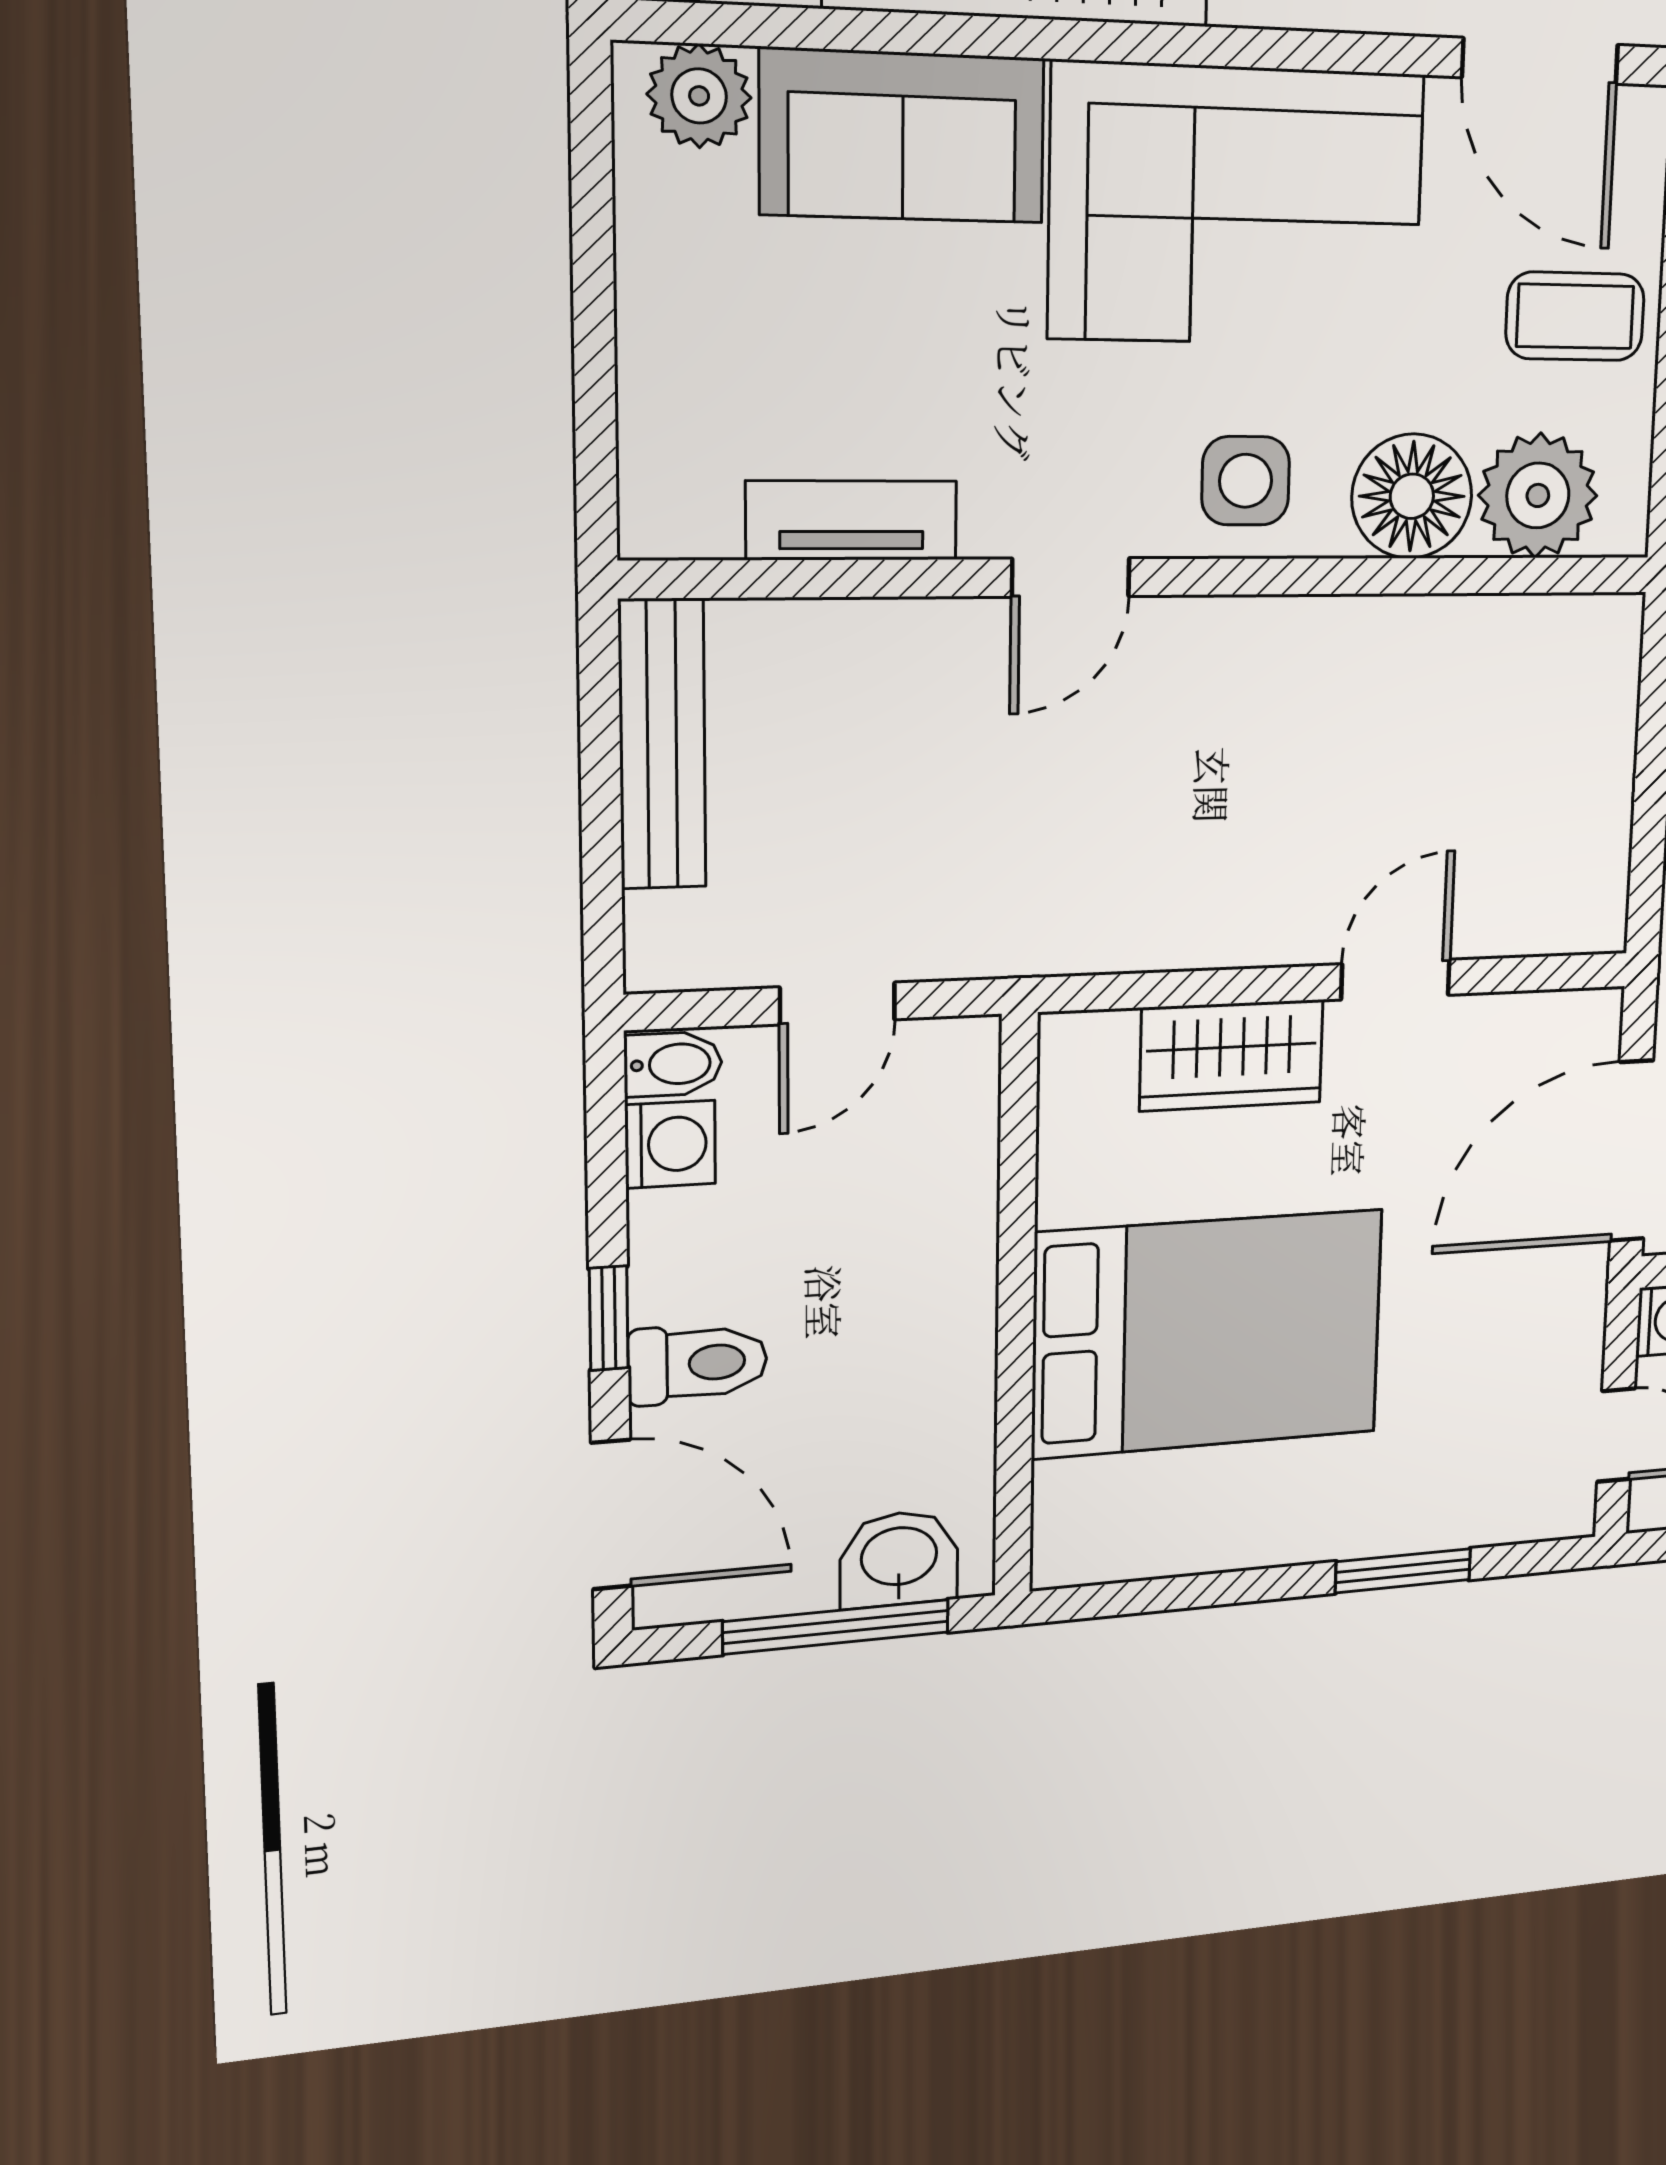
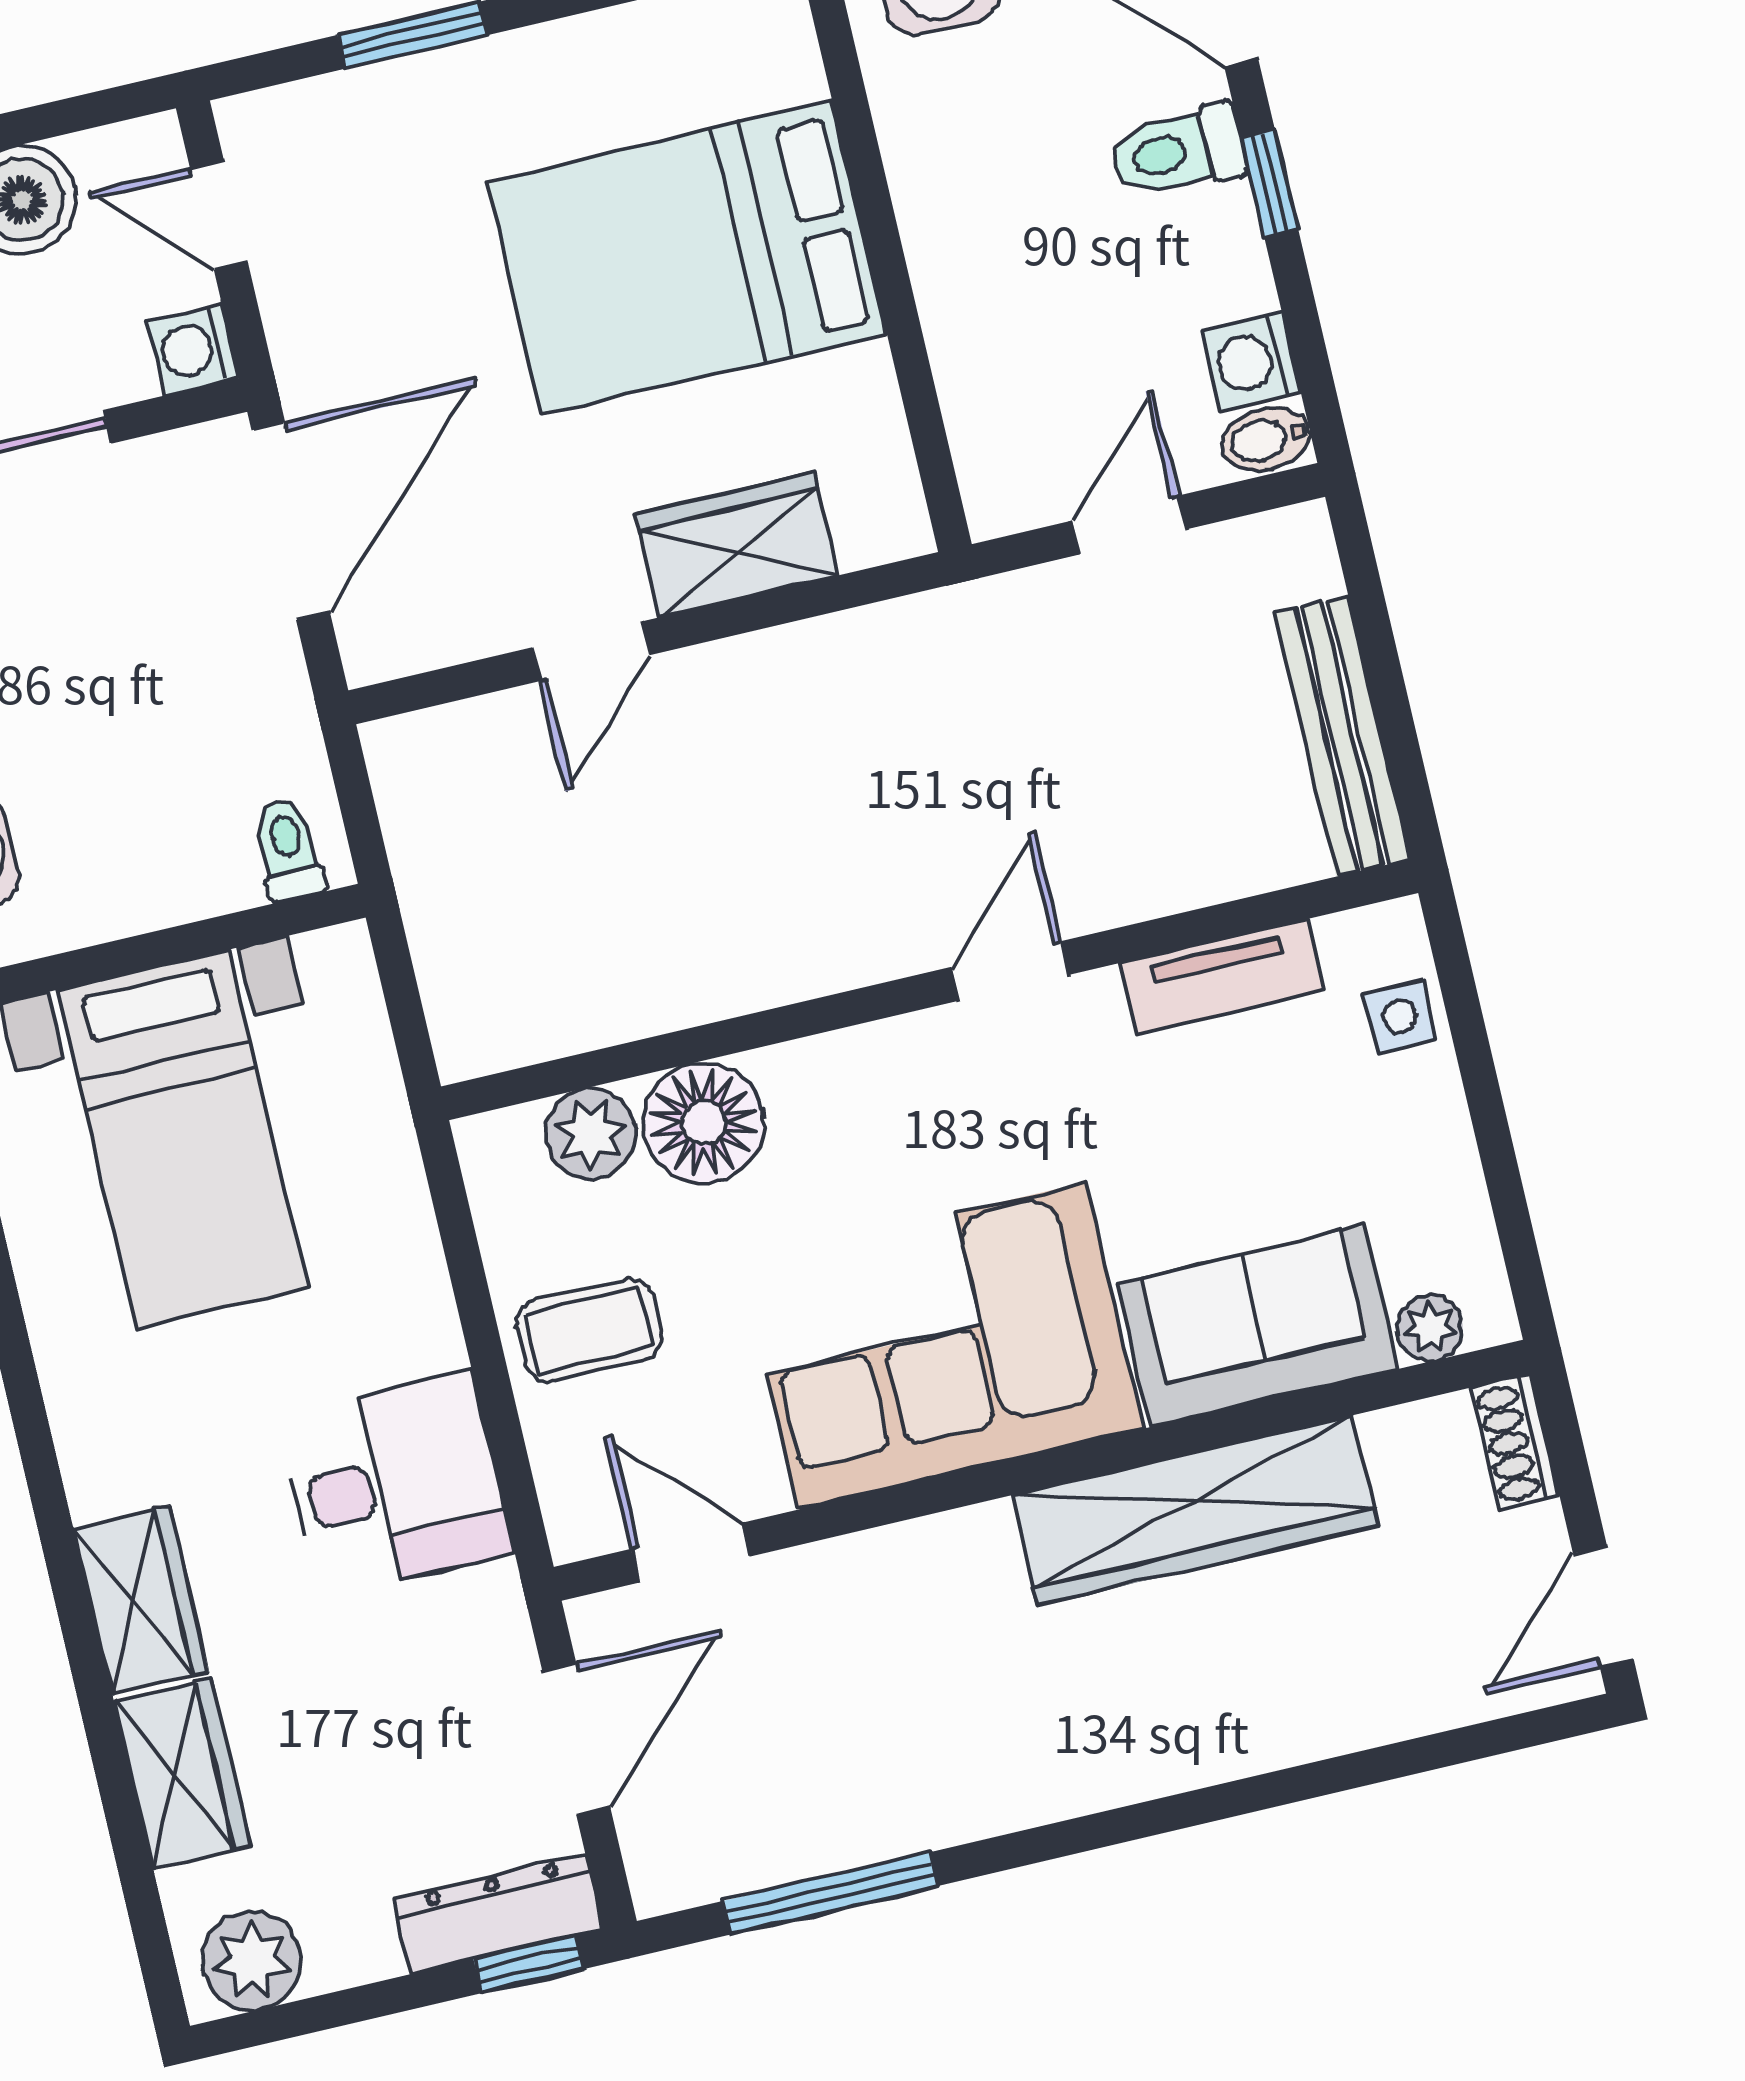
door: (1540, 61) -> (690, 1553), width x0.73
plant: (699, 96) -> (1430, 1328), width x0.73, depth x0.73
side table: (1246, 481) -> (1400, 1017), moved, width x0.73, depth x0.73
plant: (1538, 495) -> (591, 1133), width x0.73, depth x0.73

